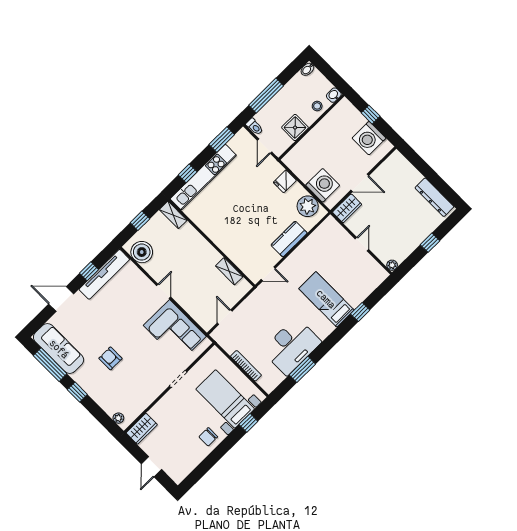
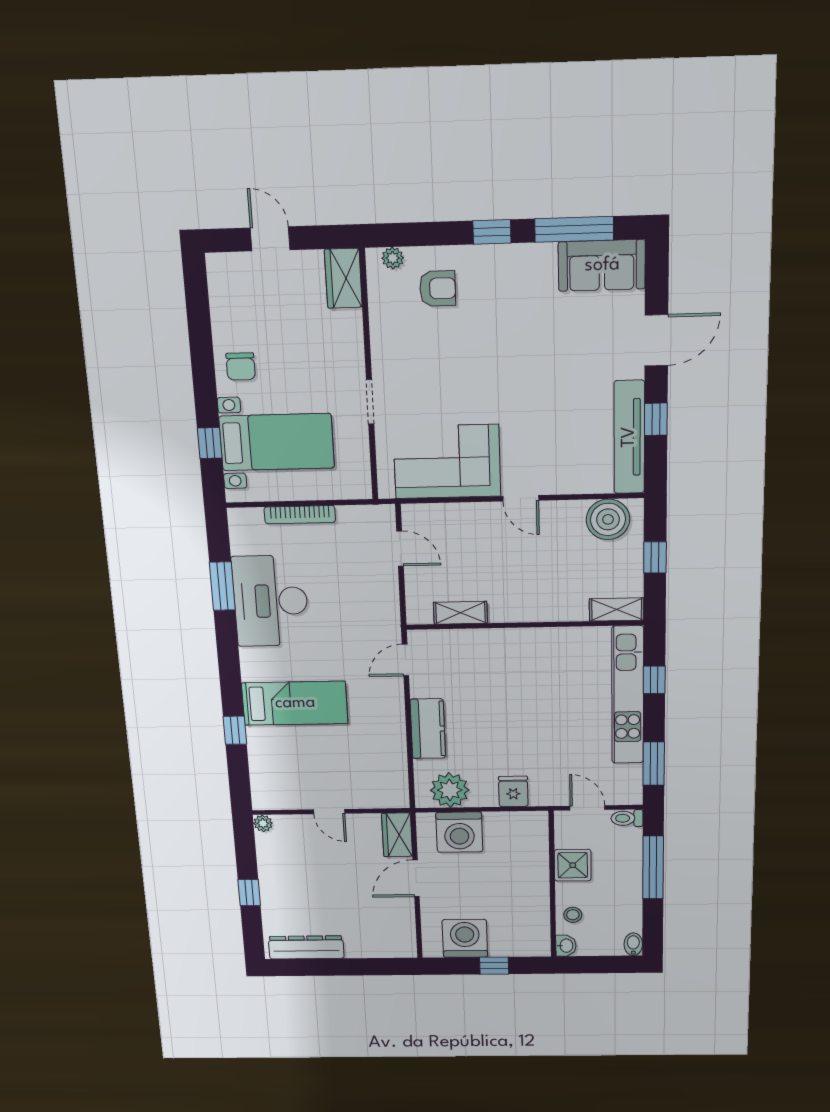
sofa: (59, 349) -> (602, 265), width x0.73
armchair: (110, 358) -> (438, 288), moved
chair: (208, 437) -> (241, 366), turned 180

